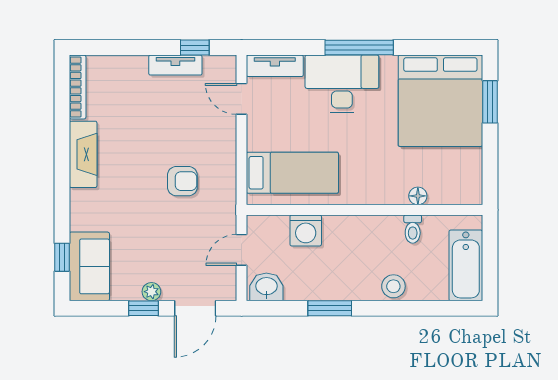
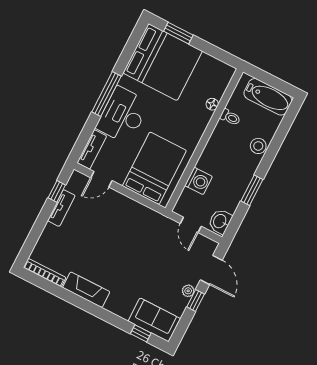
bed: (292, 173) -> (154, 168), width x1.50
armchair: (182, 181) -> (132, 239), removed

